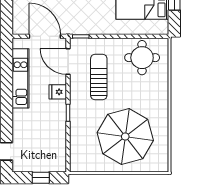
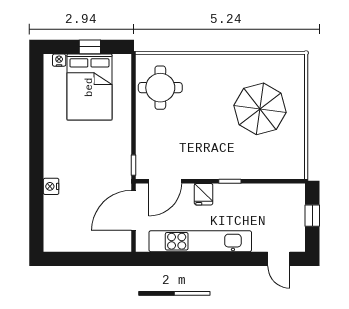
sun lounger: (99, 77) -> (185, 142), removed
kitchen unit: (20, 78) -> (200, 241), width x1.36
parasol: (125, 137) -> (260, 109), width x0.73, depth x0.73

